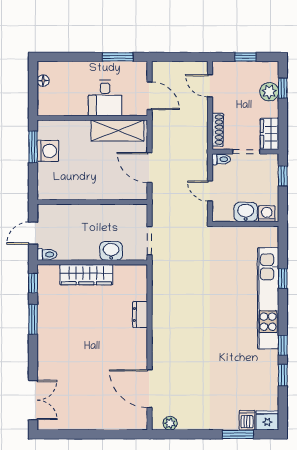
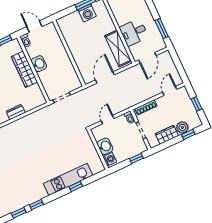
wardrobe: (269, 134) -> (167, 135), moved
washbasin: (111, 251) -> (39, 64), moved
kitchen unit: (268, 298) -> (68, 179), width x0.73

